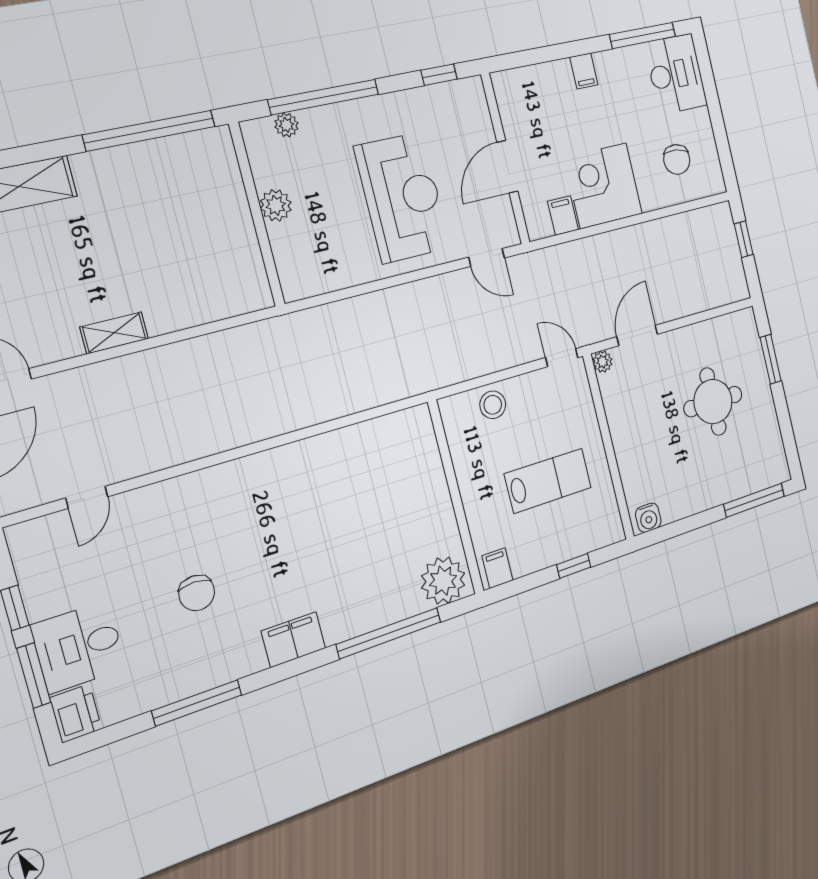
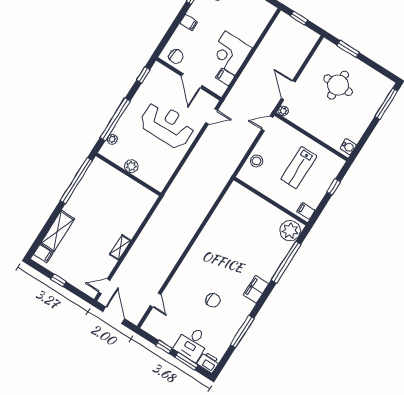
chair: (677, 159) -> (176, 56), moved
lab bench: (548, 481) -> (299, 168), turned 180

